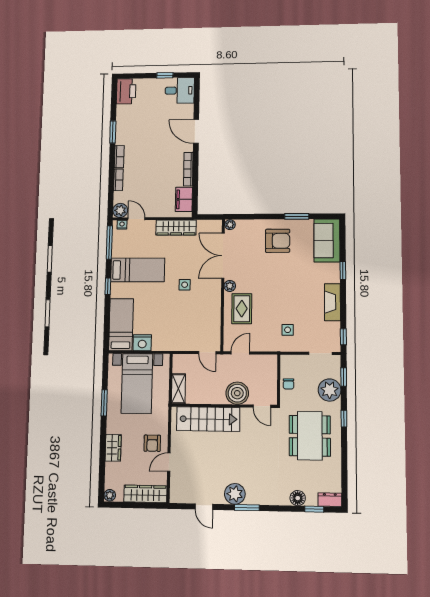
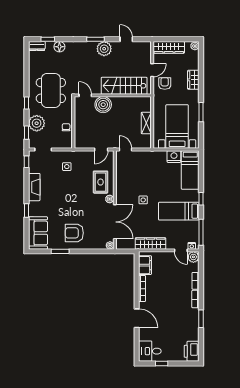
boiler: (237, 393) -> (103, 105), moved
wall: (224, 406) -> (113, 95), moved
door: (262, 406) -> (85, 95), moved
stairs: (208, 419) -> (124, 86), moved

